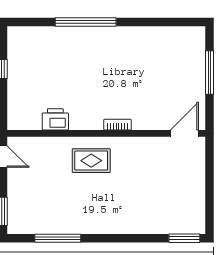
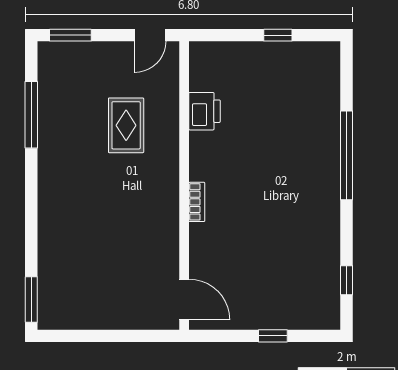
window: (171, 22) -> (347, 280), added
window: (209, 72) -> (273, 336), width x0.46
rug: (91, 161) -> (126, 125), moved

